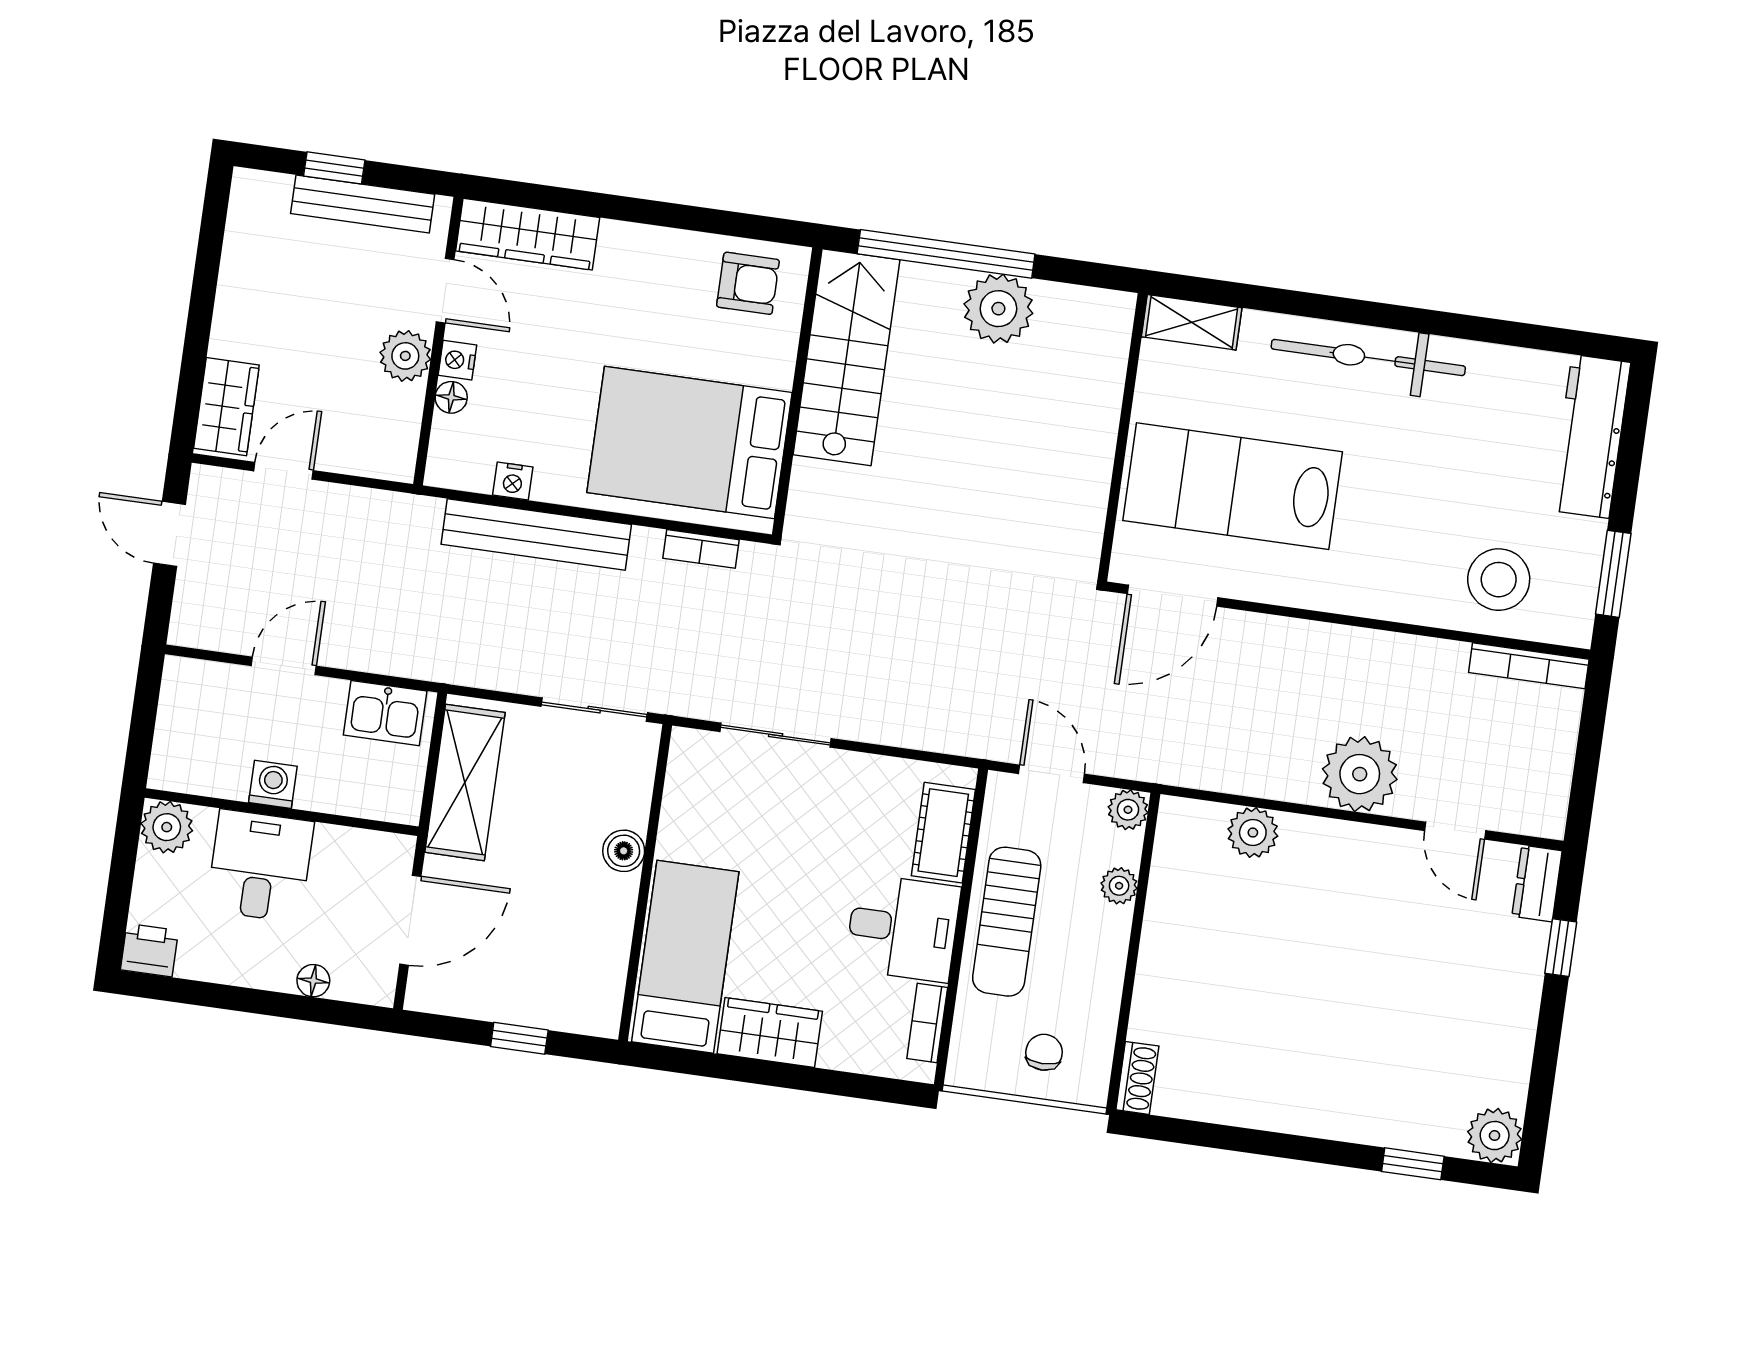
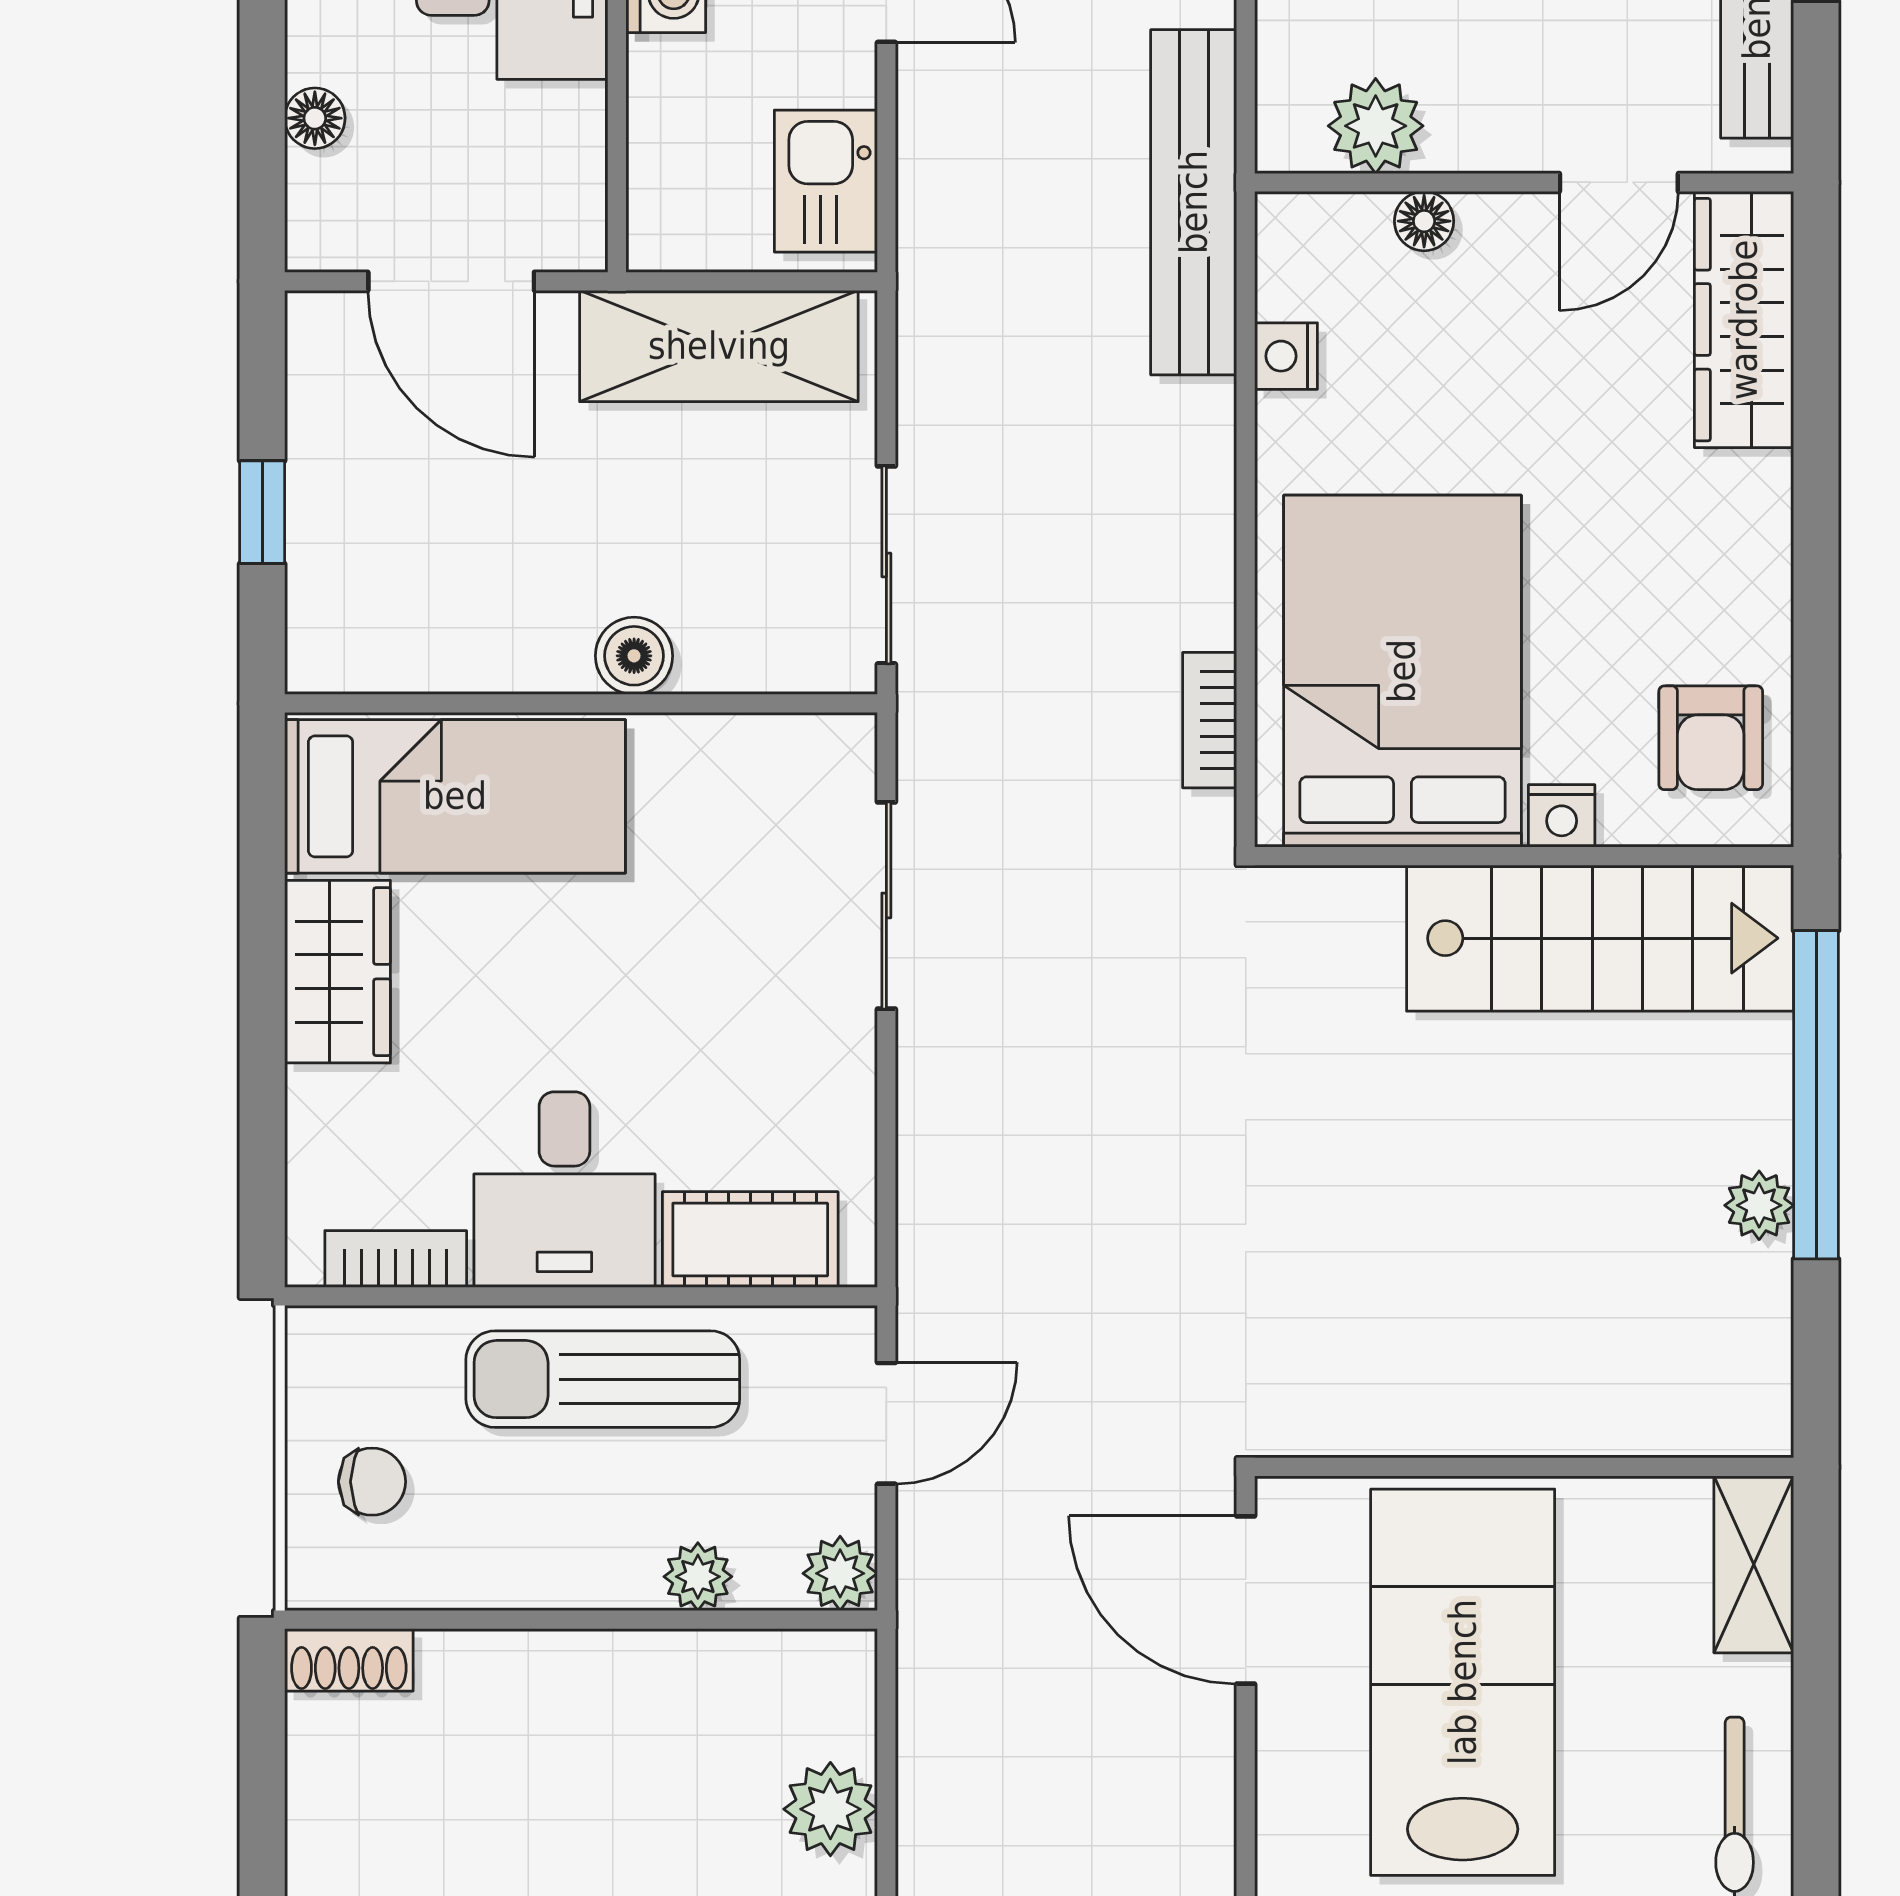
plant: (998, 309) -> (1759, 1205), width x0.53, depth x0.53
plant: (405, 356) -> (1376, 126), moved
nightstand: (457, 360) -> (1562, 816), moved, turned 180
bench: (536, 534) -> (1194, 202), moved

